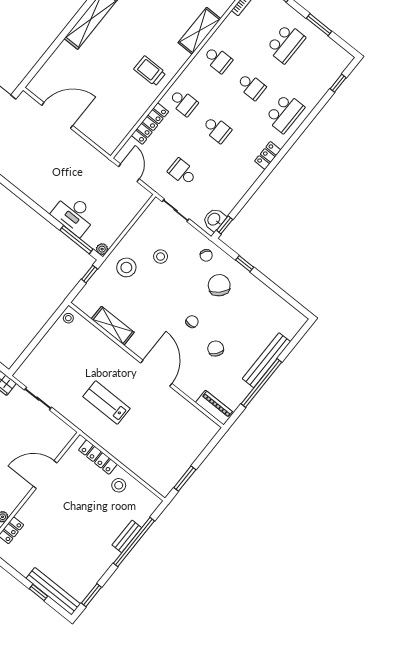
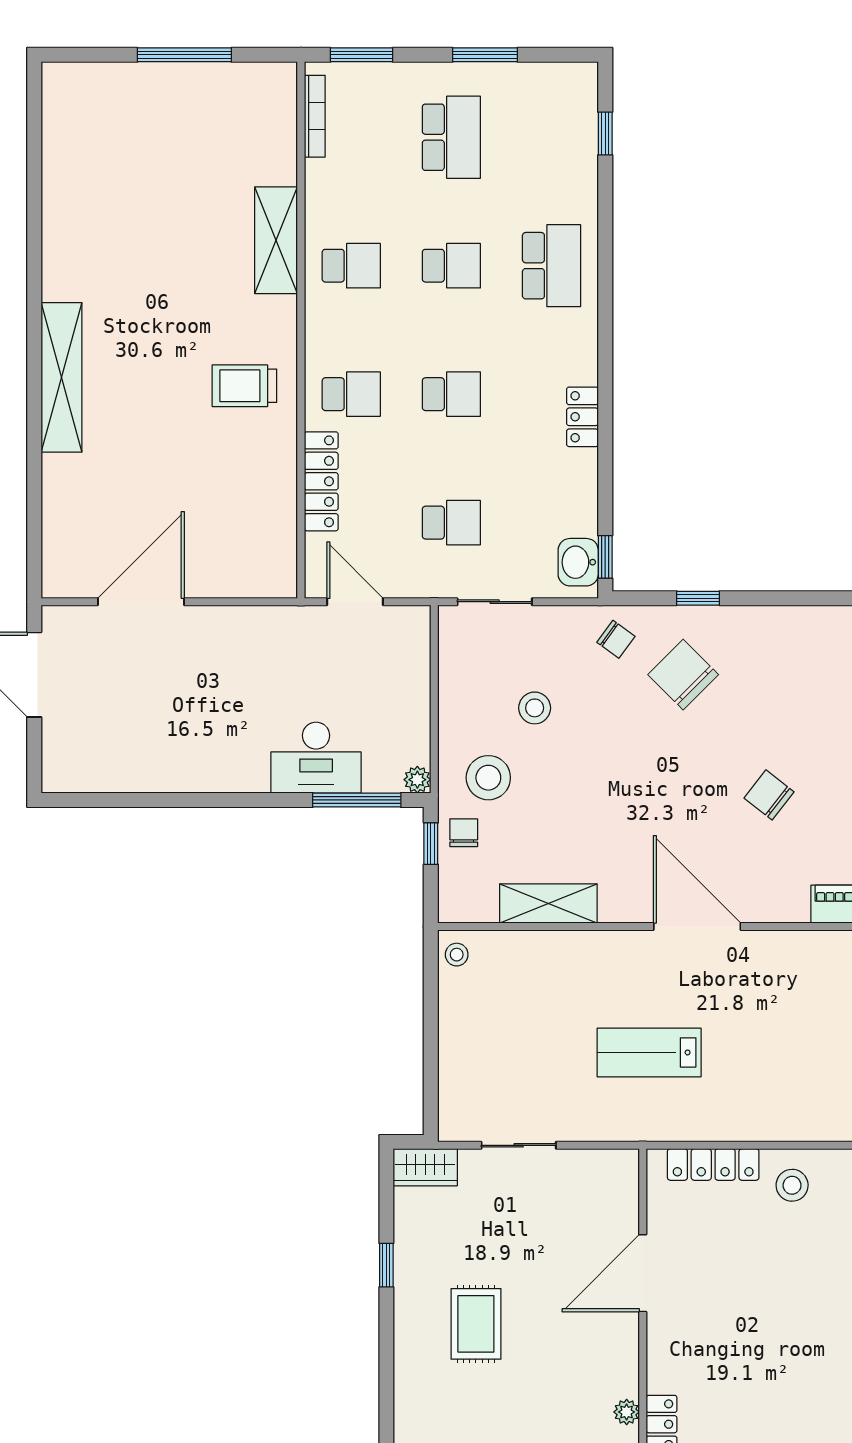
locker: (268, 155) -> (582, 417), moved
school desk: (182, 172) -> (451, 523), turned 180
chair: (192, 322) -> (464, 833), moved

